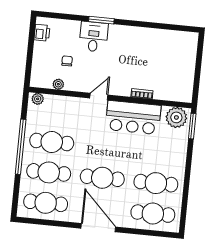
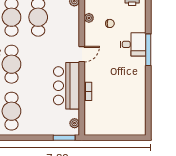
window: (101, 20) -> (148, 50), width x1.44
door: (99, 96) -> (82, 54), hinge flipped
plant: (176, 117) -> (75, 123), width x0.53, depth x0.53

